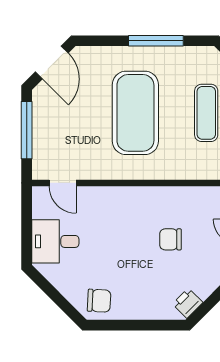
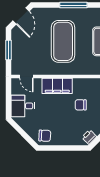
window: (27, 130) -> (8, 50), width x0.69
filing cabinet: (124, 201) -> (57, 86), added

